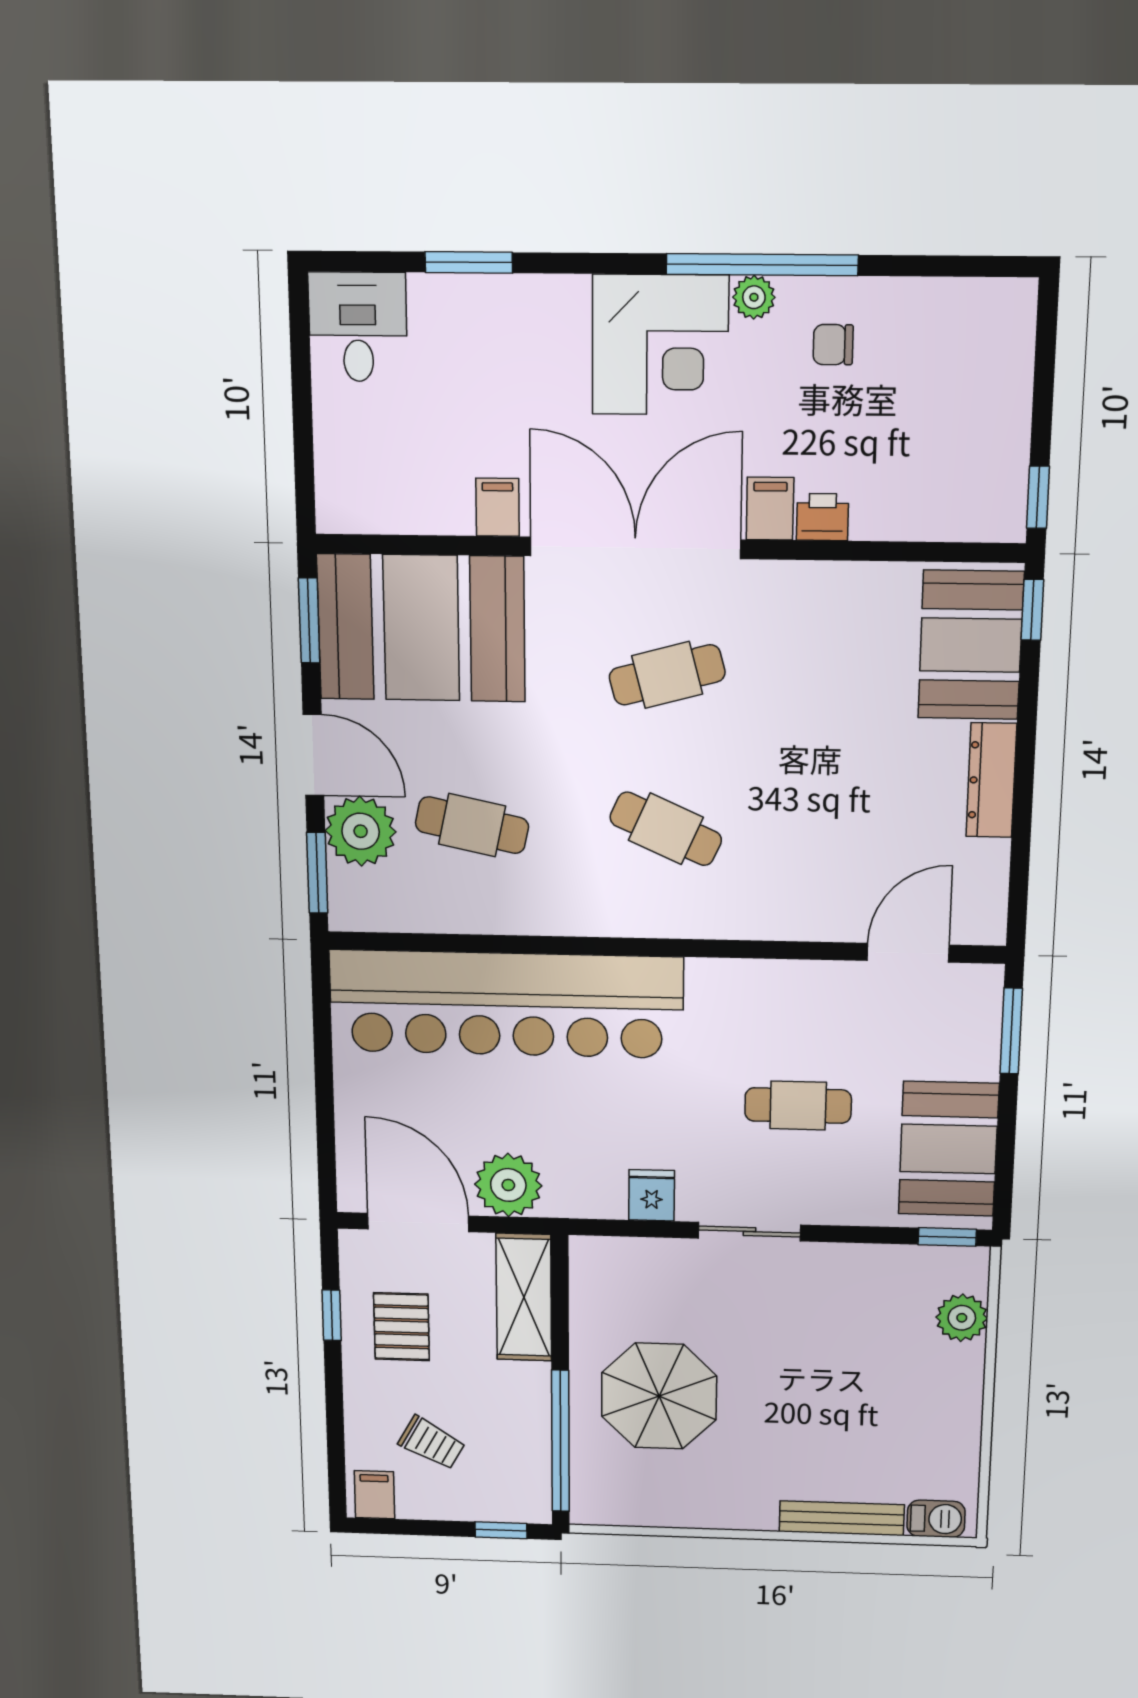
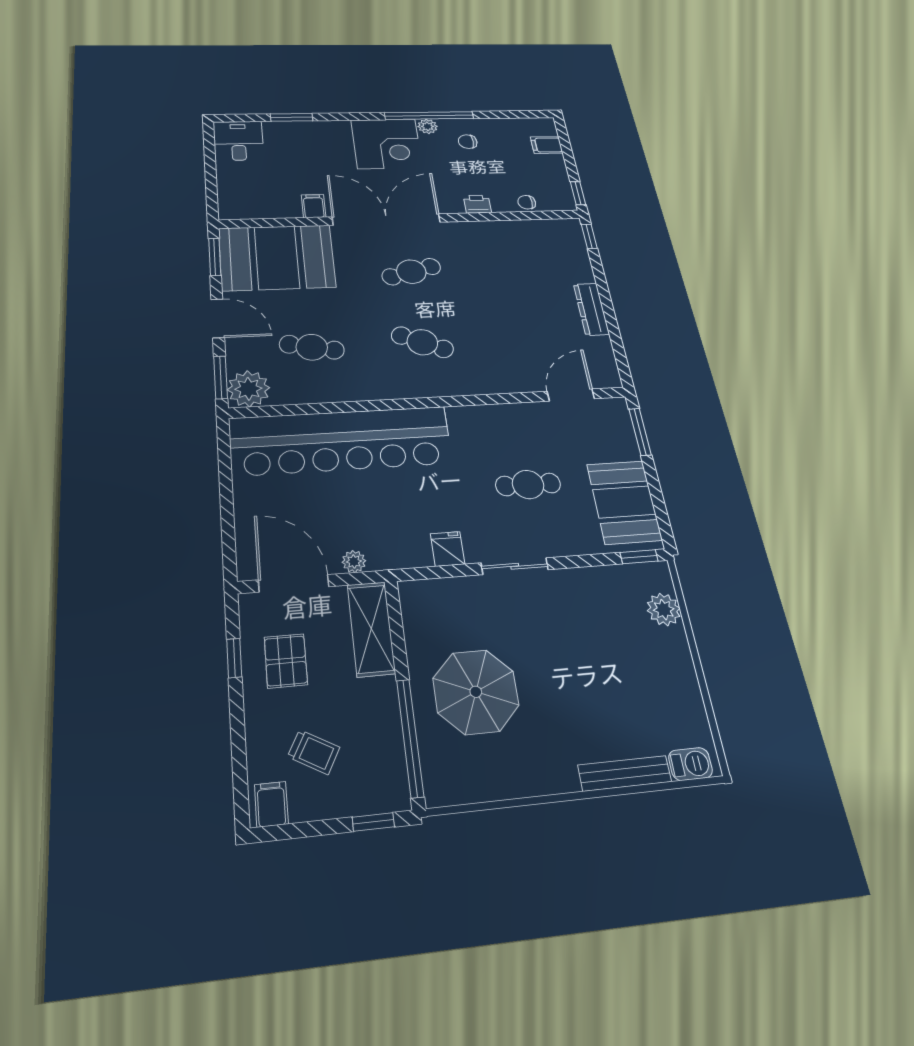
filing cabinet: (770, 509) -> (547, 145), moved, turned -90
chair: (925, 517) -> (527, 202), added
booth: (971, 645) -> (564, 252), removed
plant: (361, 831) -> (248, 389), moved
plant: (508, 1185) -> (354, 561), width x0.53, depth x0.53

